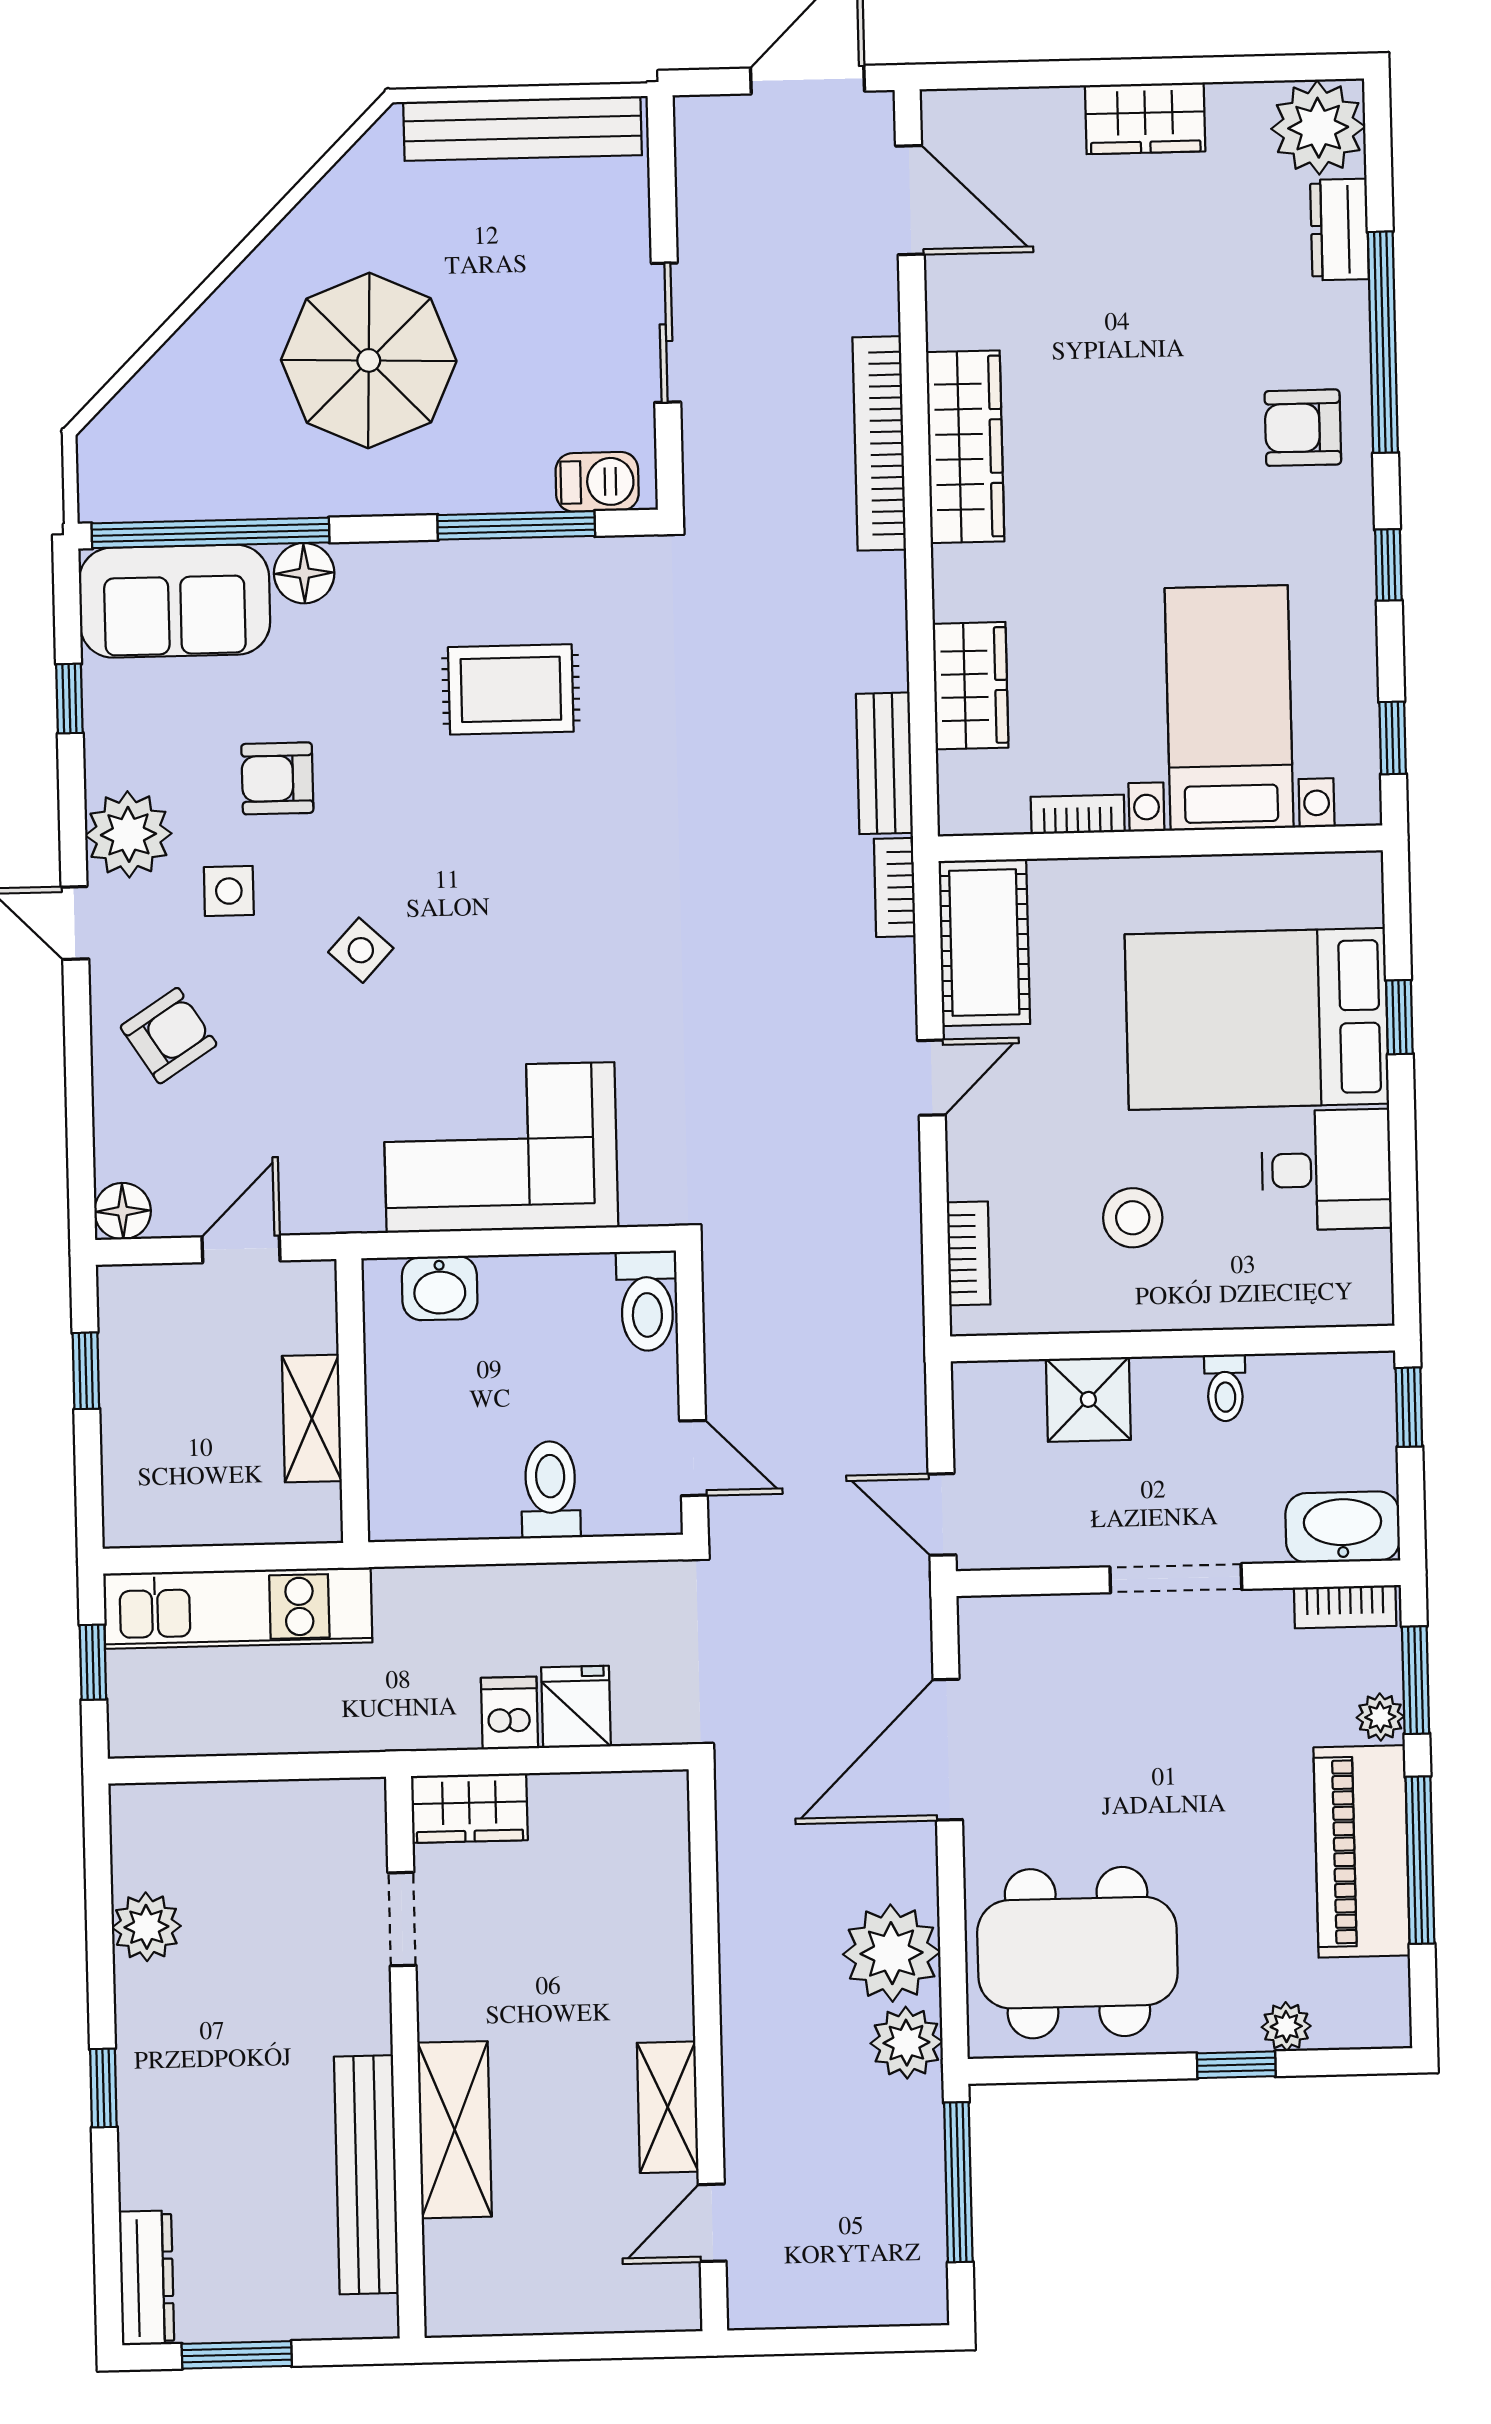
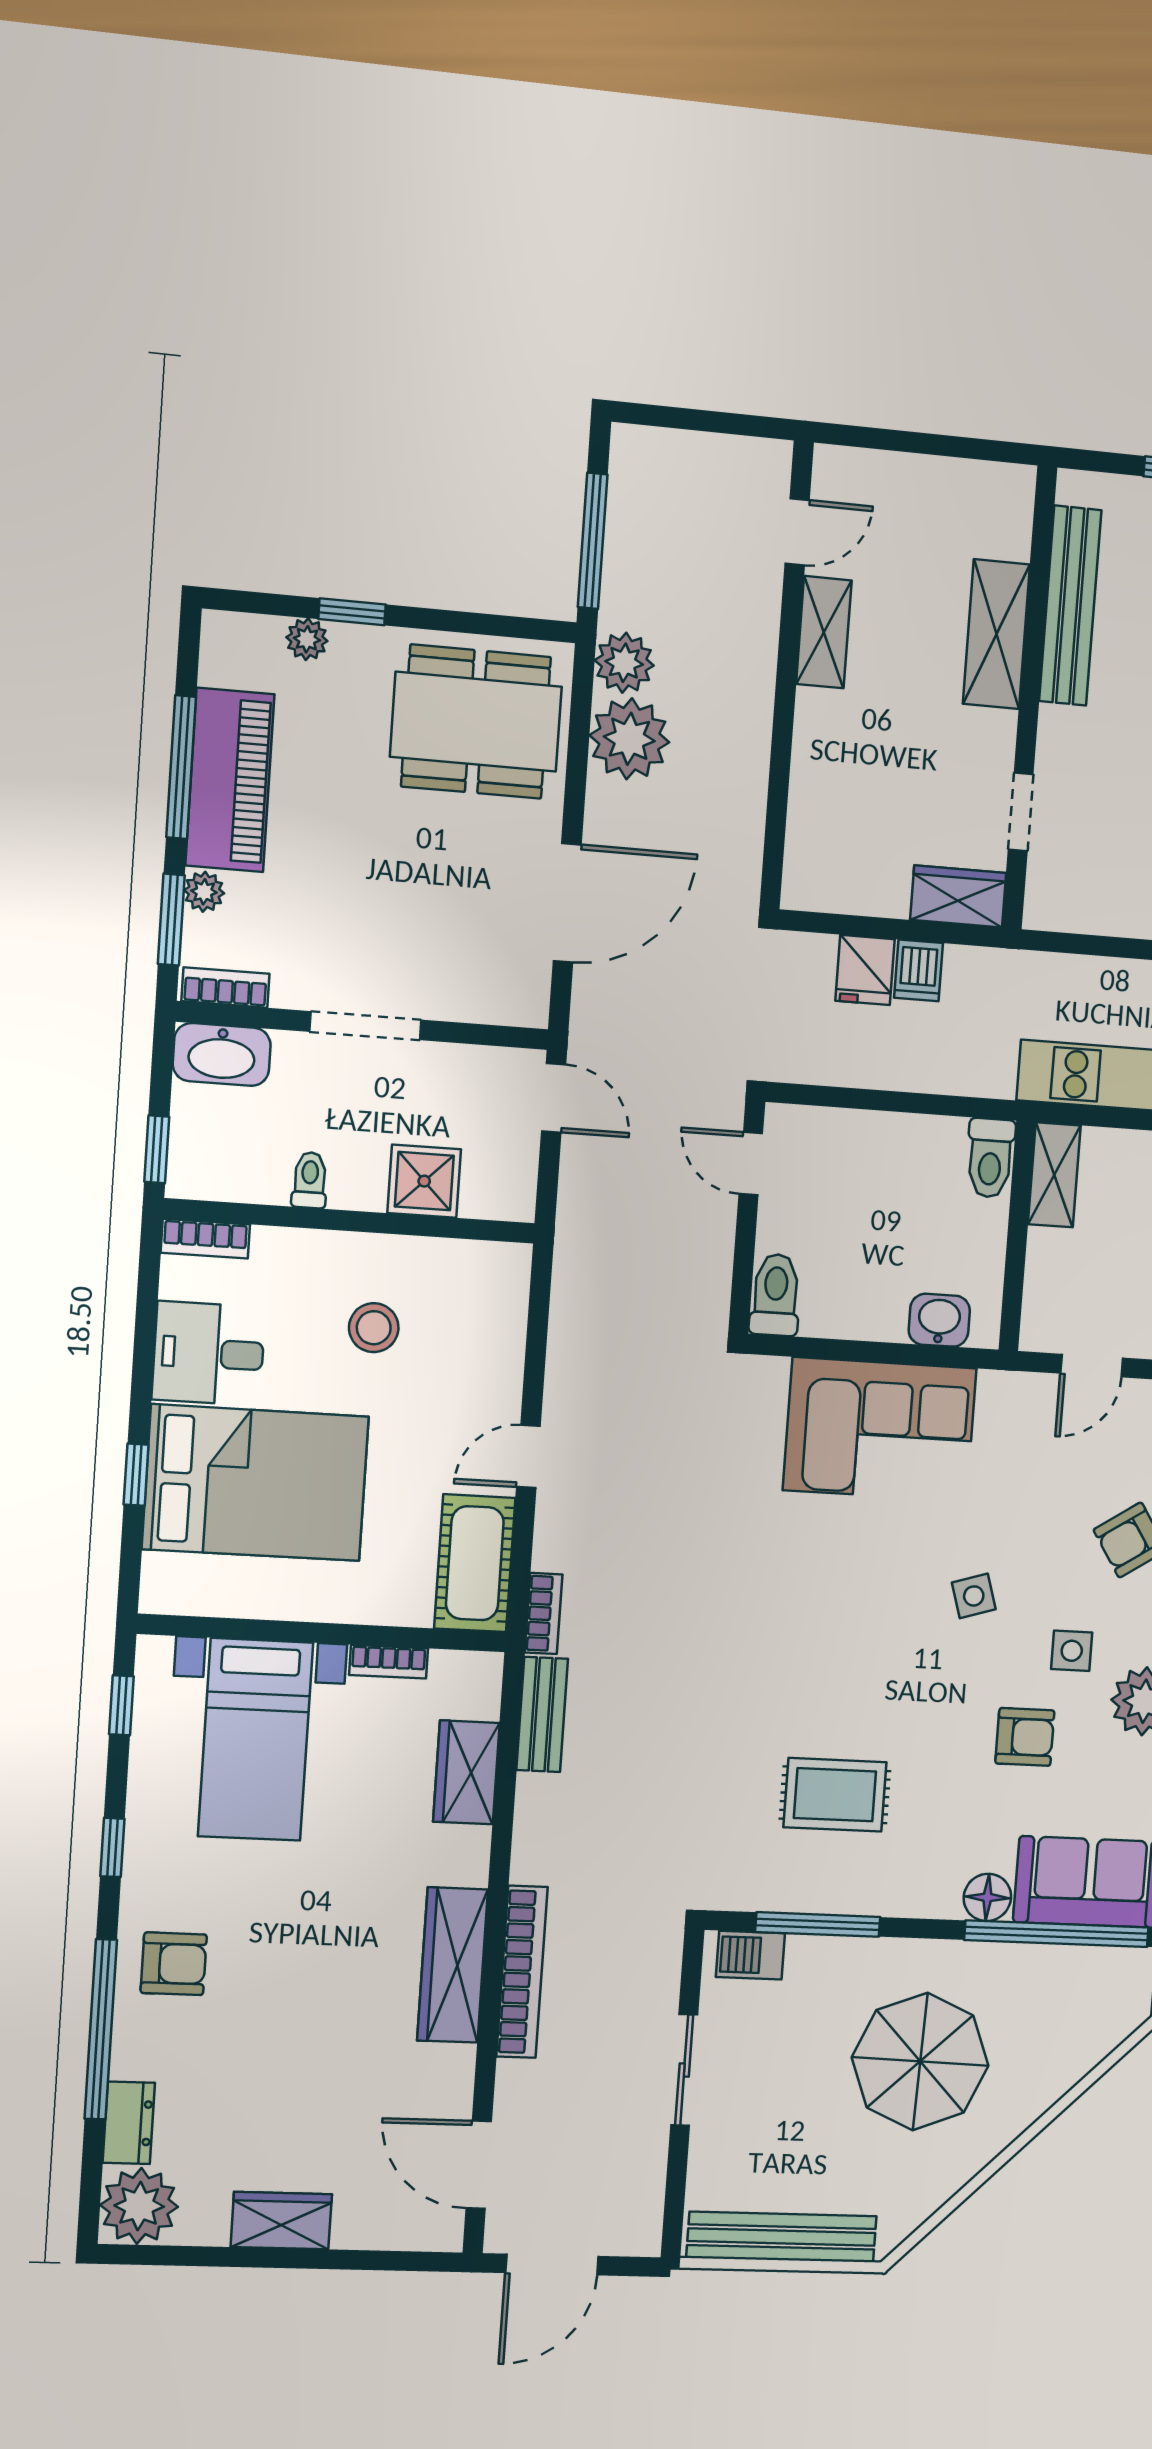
side table: (361, 950) -> (974, 1596), turned 30
bookcase: (969, 1253) -> (205, 1239), moved, turned -90
shelving: (312, 1419) -> (1054, 1175), moved
toilet: (550, 1490) -> (990, 1158), moved

